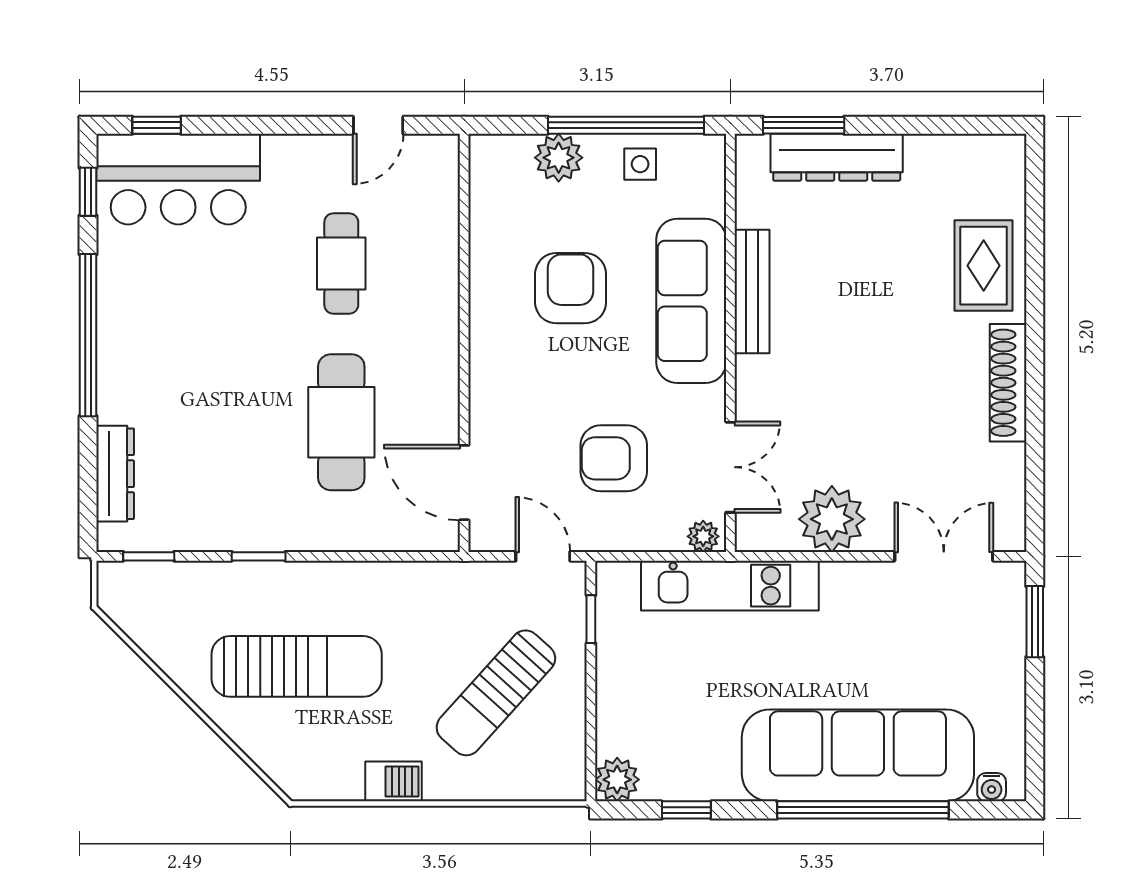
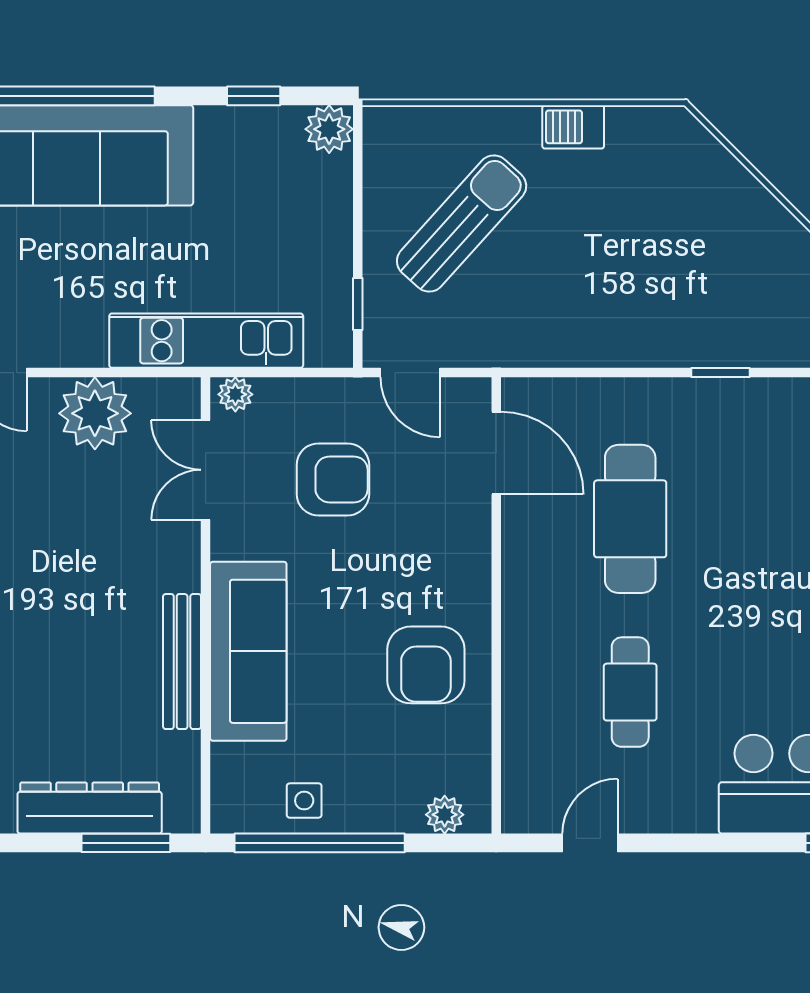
plant: (559, 158) -> (445, 815), moved, width x0.73, depth x0.73
armchair: (571, 288) -> (426, 665), moved
sun lounger: (297, 666) -> (679, 252), removed

